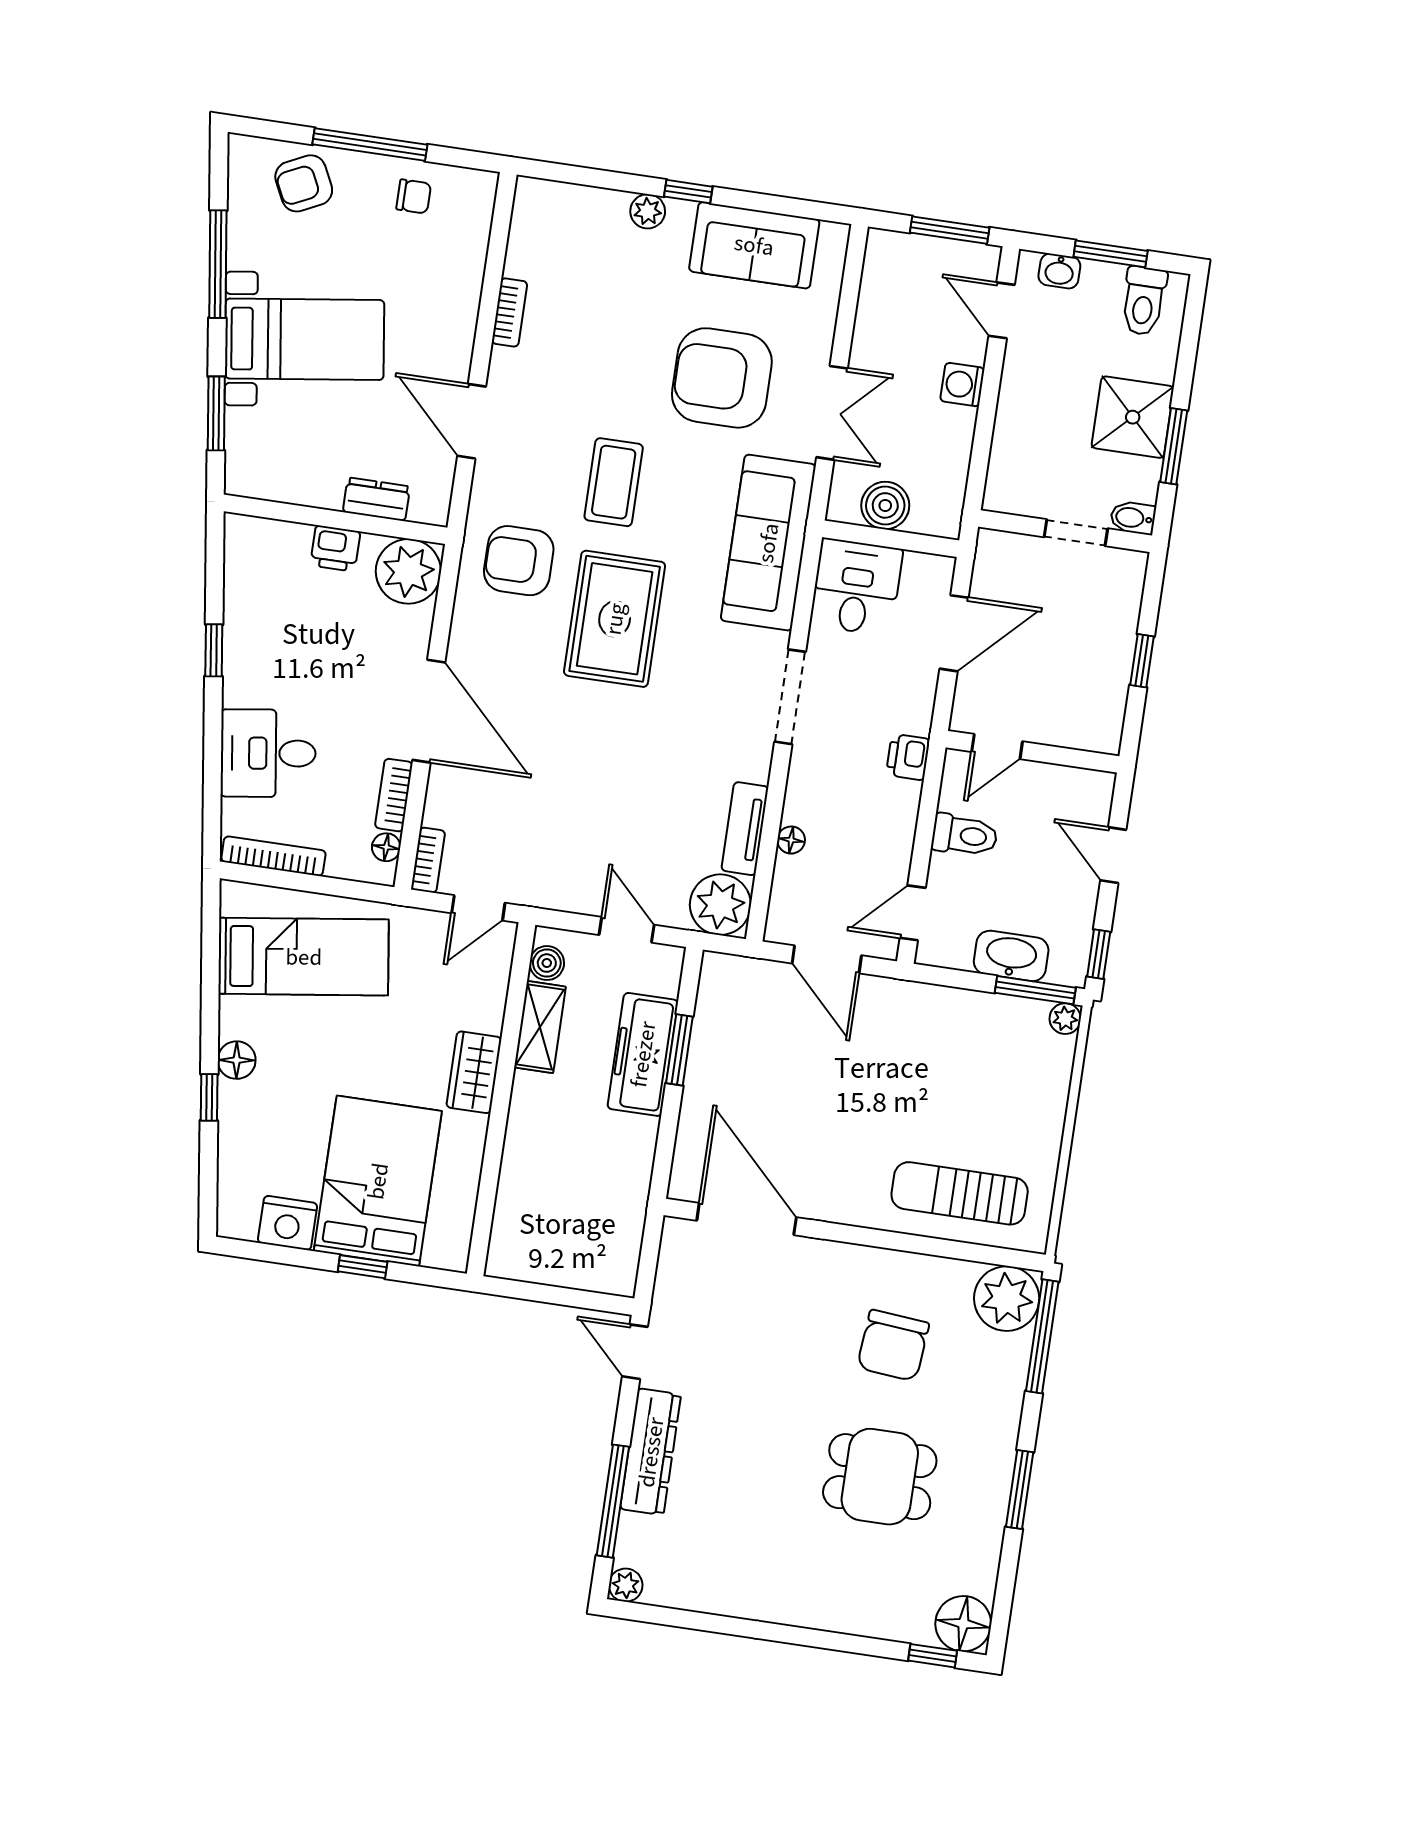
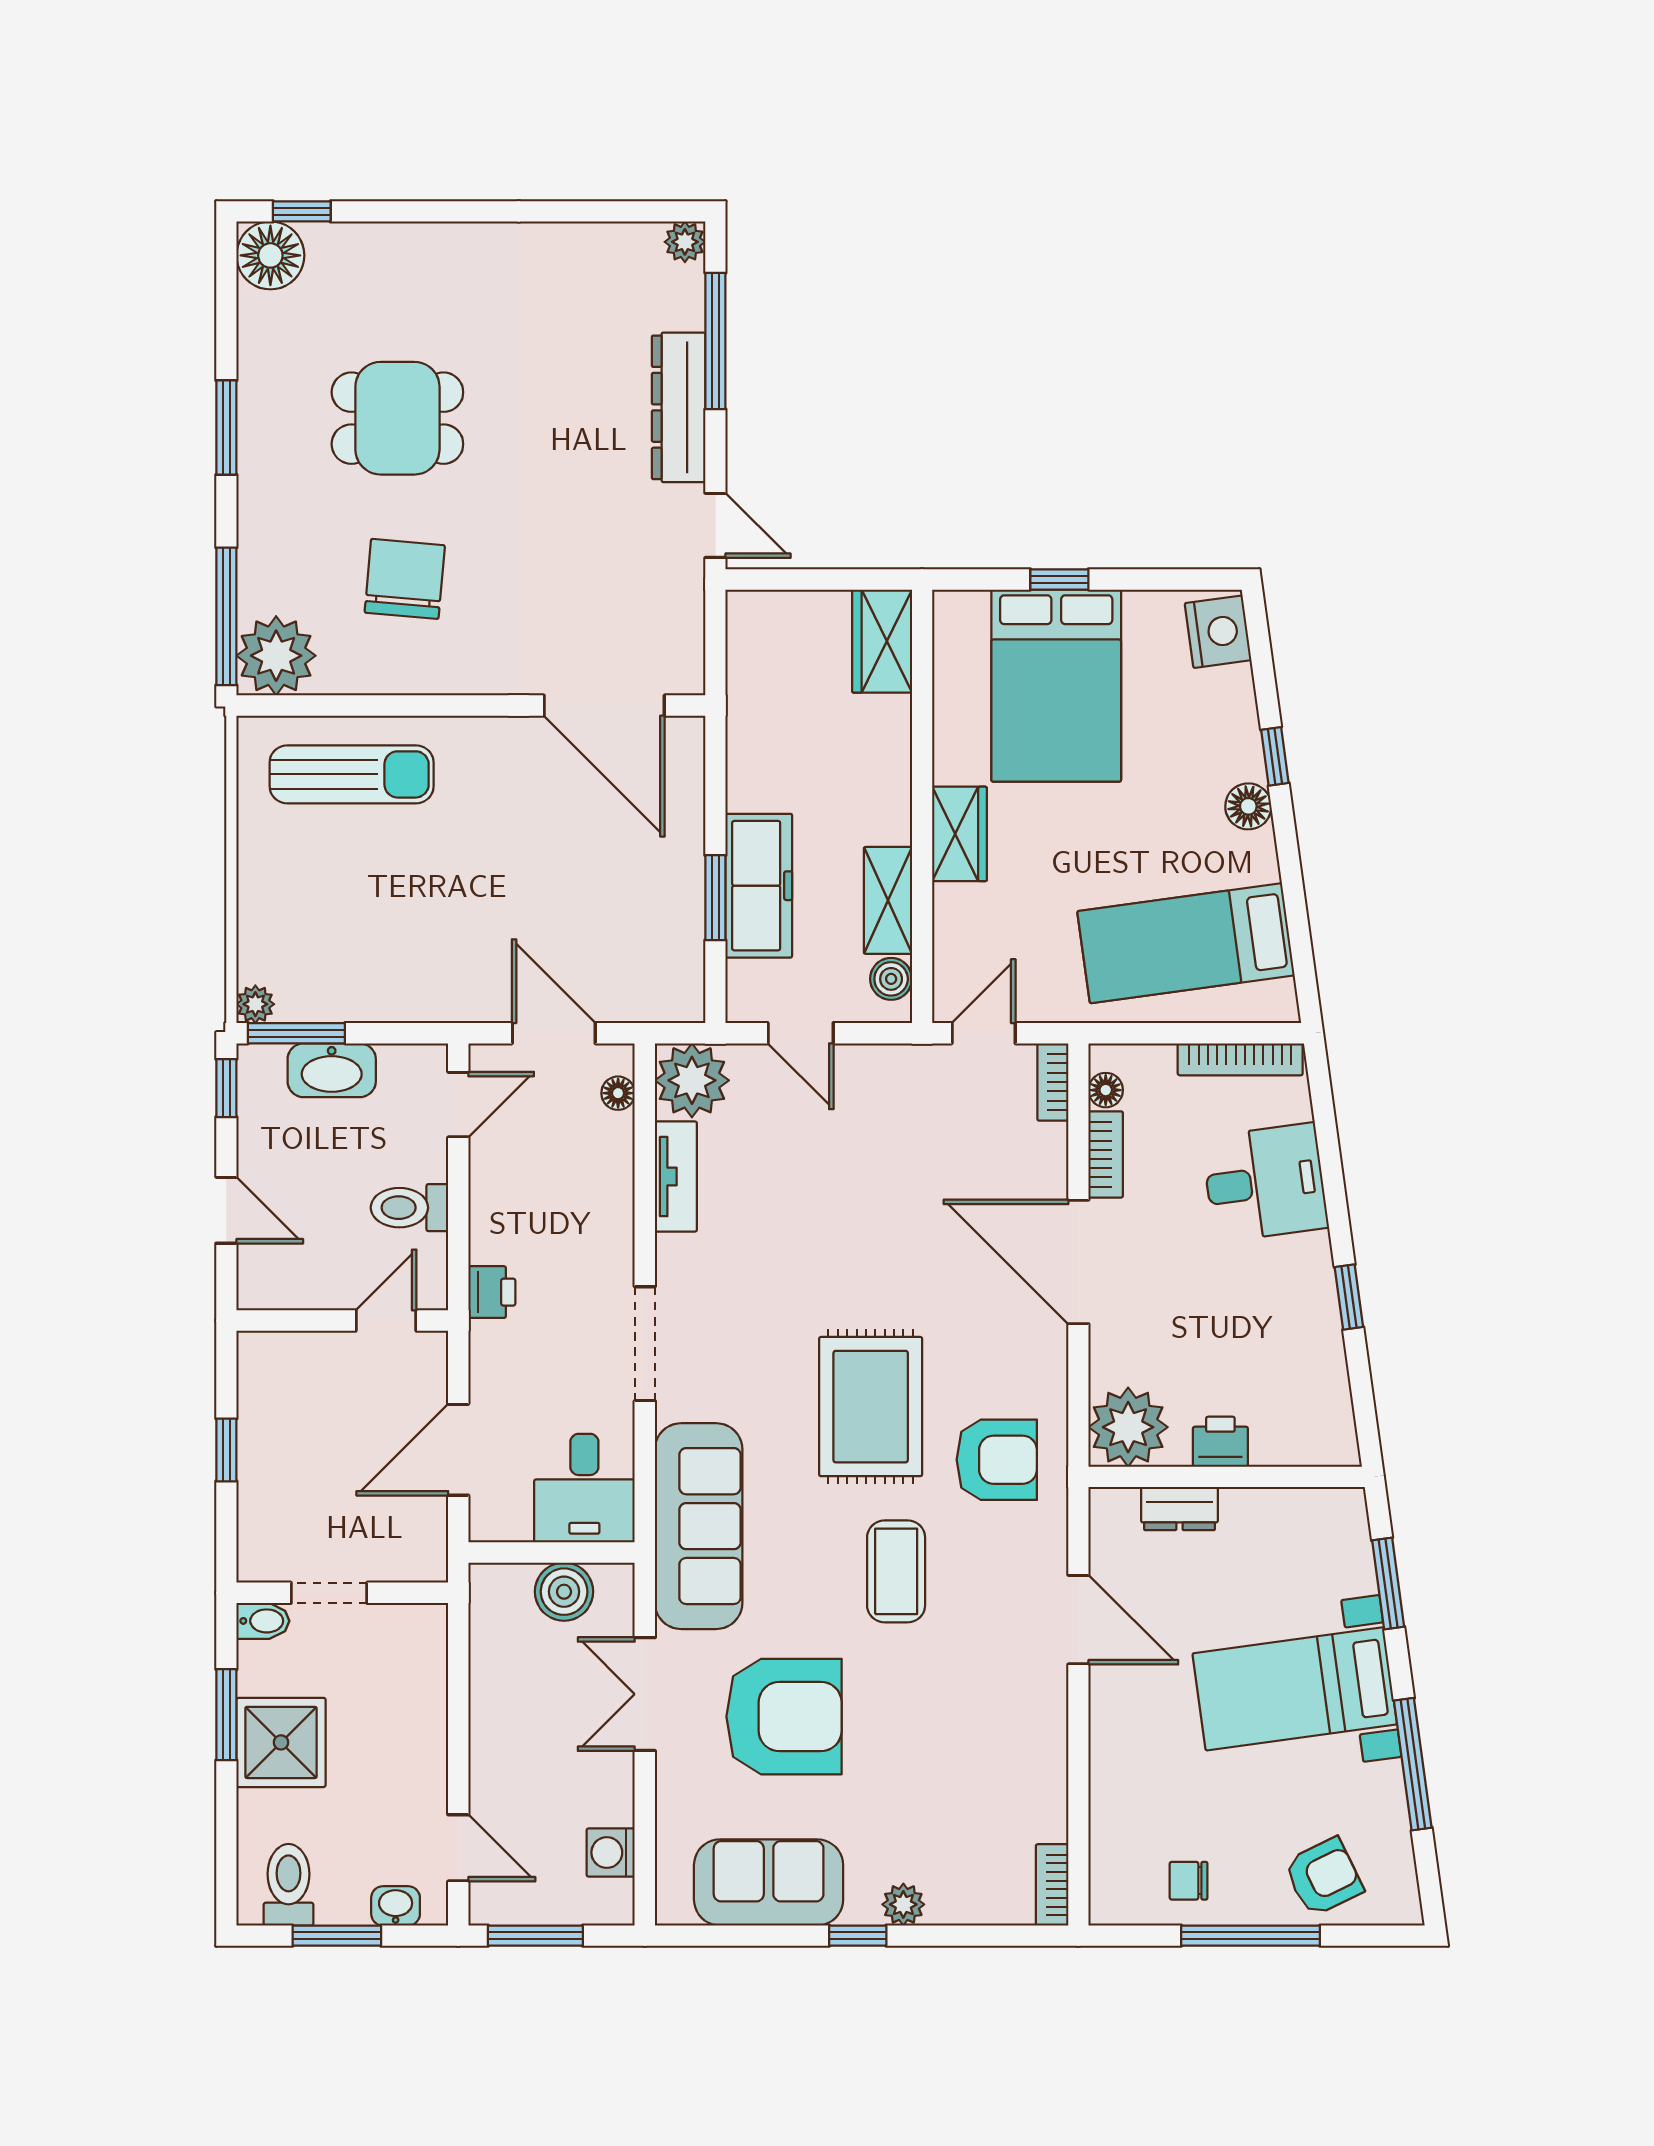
bookcase: (510, 312) -> (1052, 1885), moved
washing machine: (962, 385) -> (611, 1853), moved, turned 180
floor lamp: (791, 840) -> (618, 1093), moved
nightstand: (287, 1223) -> (1218, 632), moved, turned 82
wardrobe: (514, 1238) -> (882, 641), added

